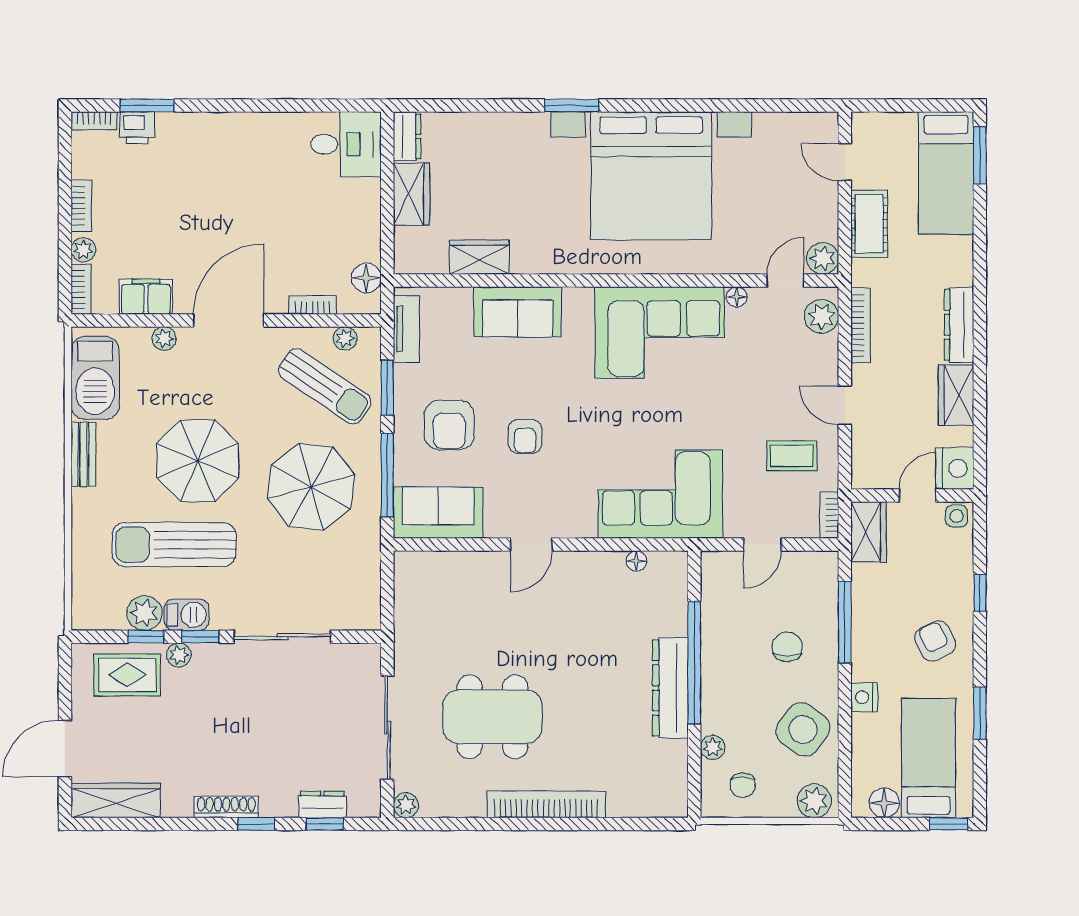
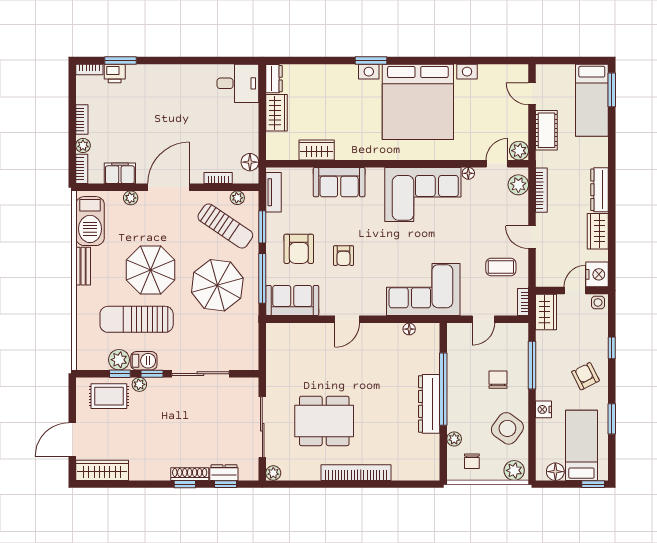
shoe rack: (226, 807) -> (190, 474), moved

